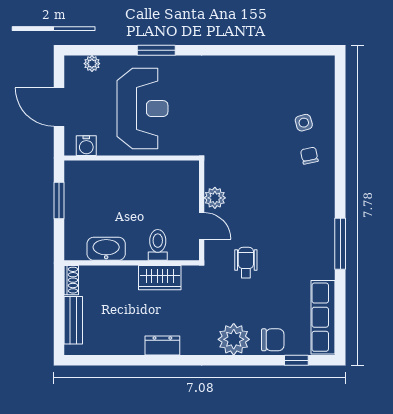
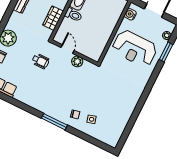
window: (156, 50) -> (166, 52), moved
door: (202, 226) -> (67, 49), swing flipped
window: (340, 244) -> (54, 122), moved
toilet: (158, 245) -> (73, 15), moved

